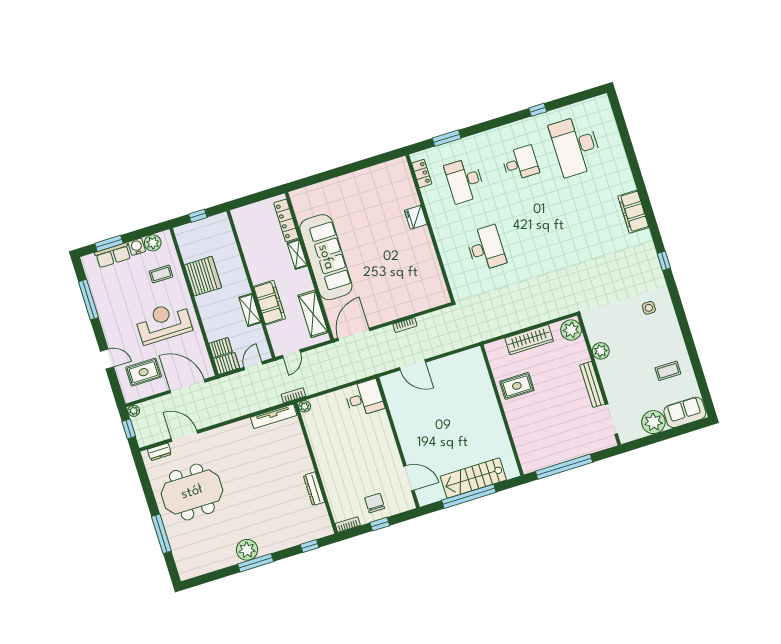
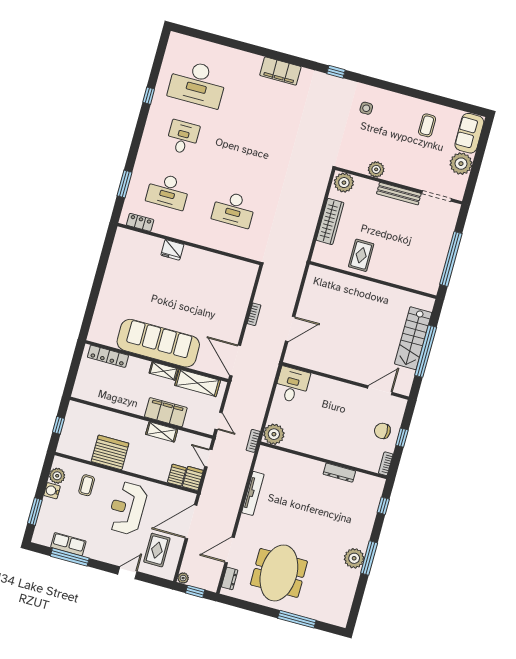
desk: (486, 248) -> (234, 209), turned 180
shelving: (297, 254) -> (164, 371), moved
row of seats: (113, 255) -> (68, 544), moved, turned -90
plant: (305, 406) -> (274, 434), width x1.88, depth x1.88
tv unit: (274, 416) -> (253, 493), moved

